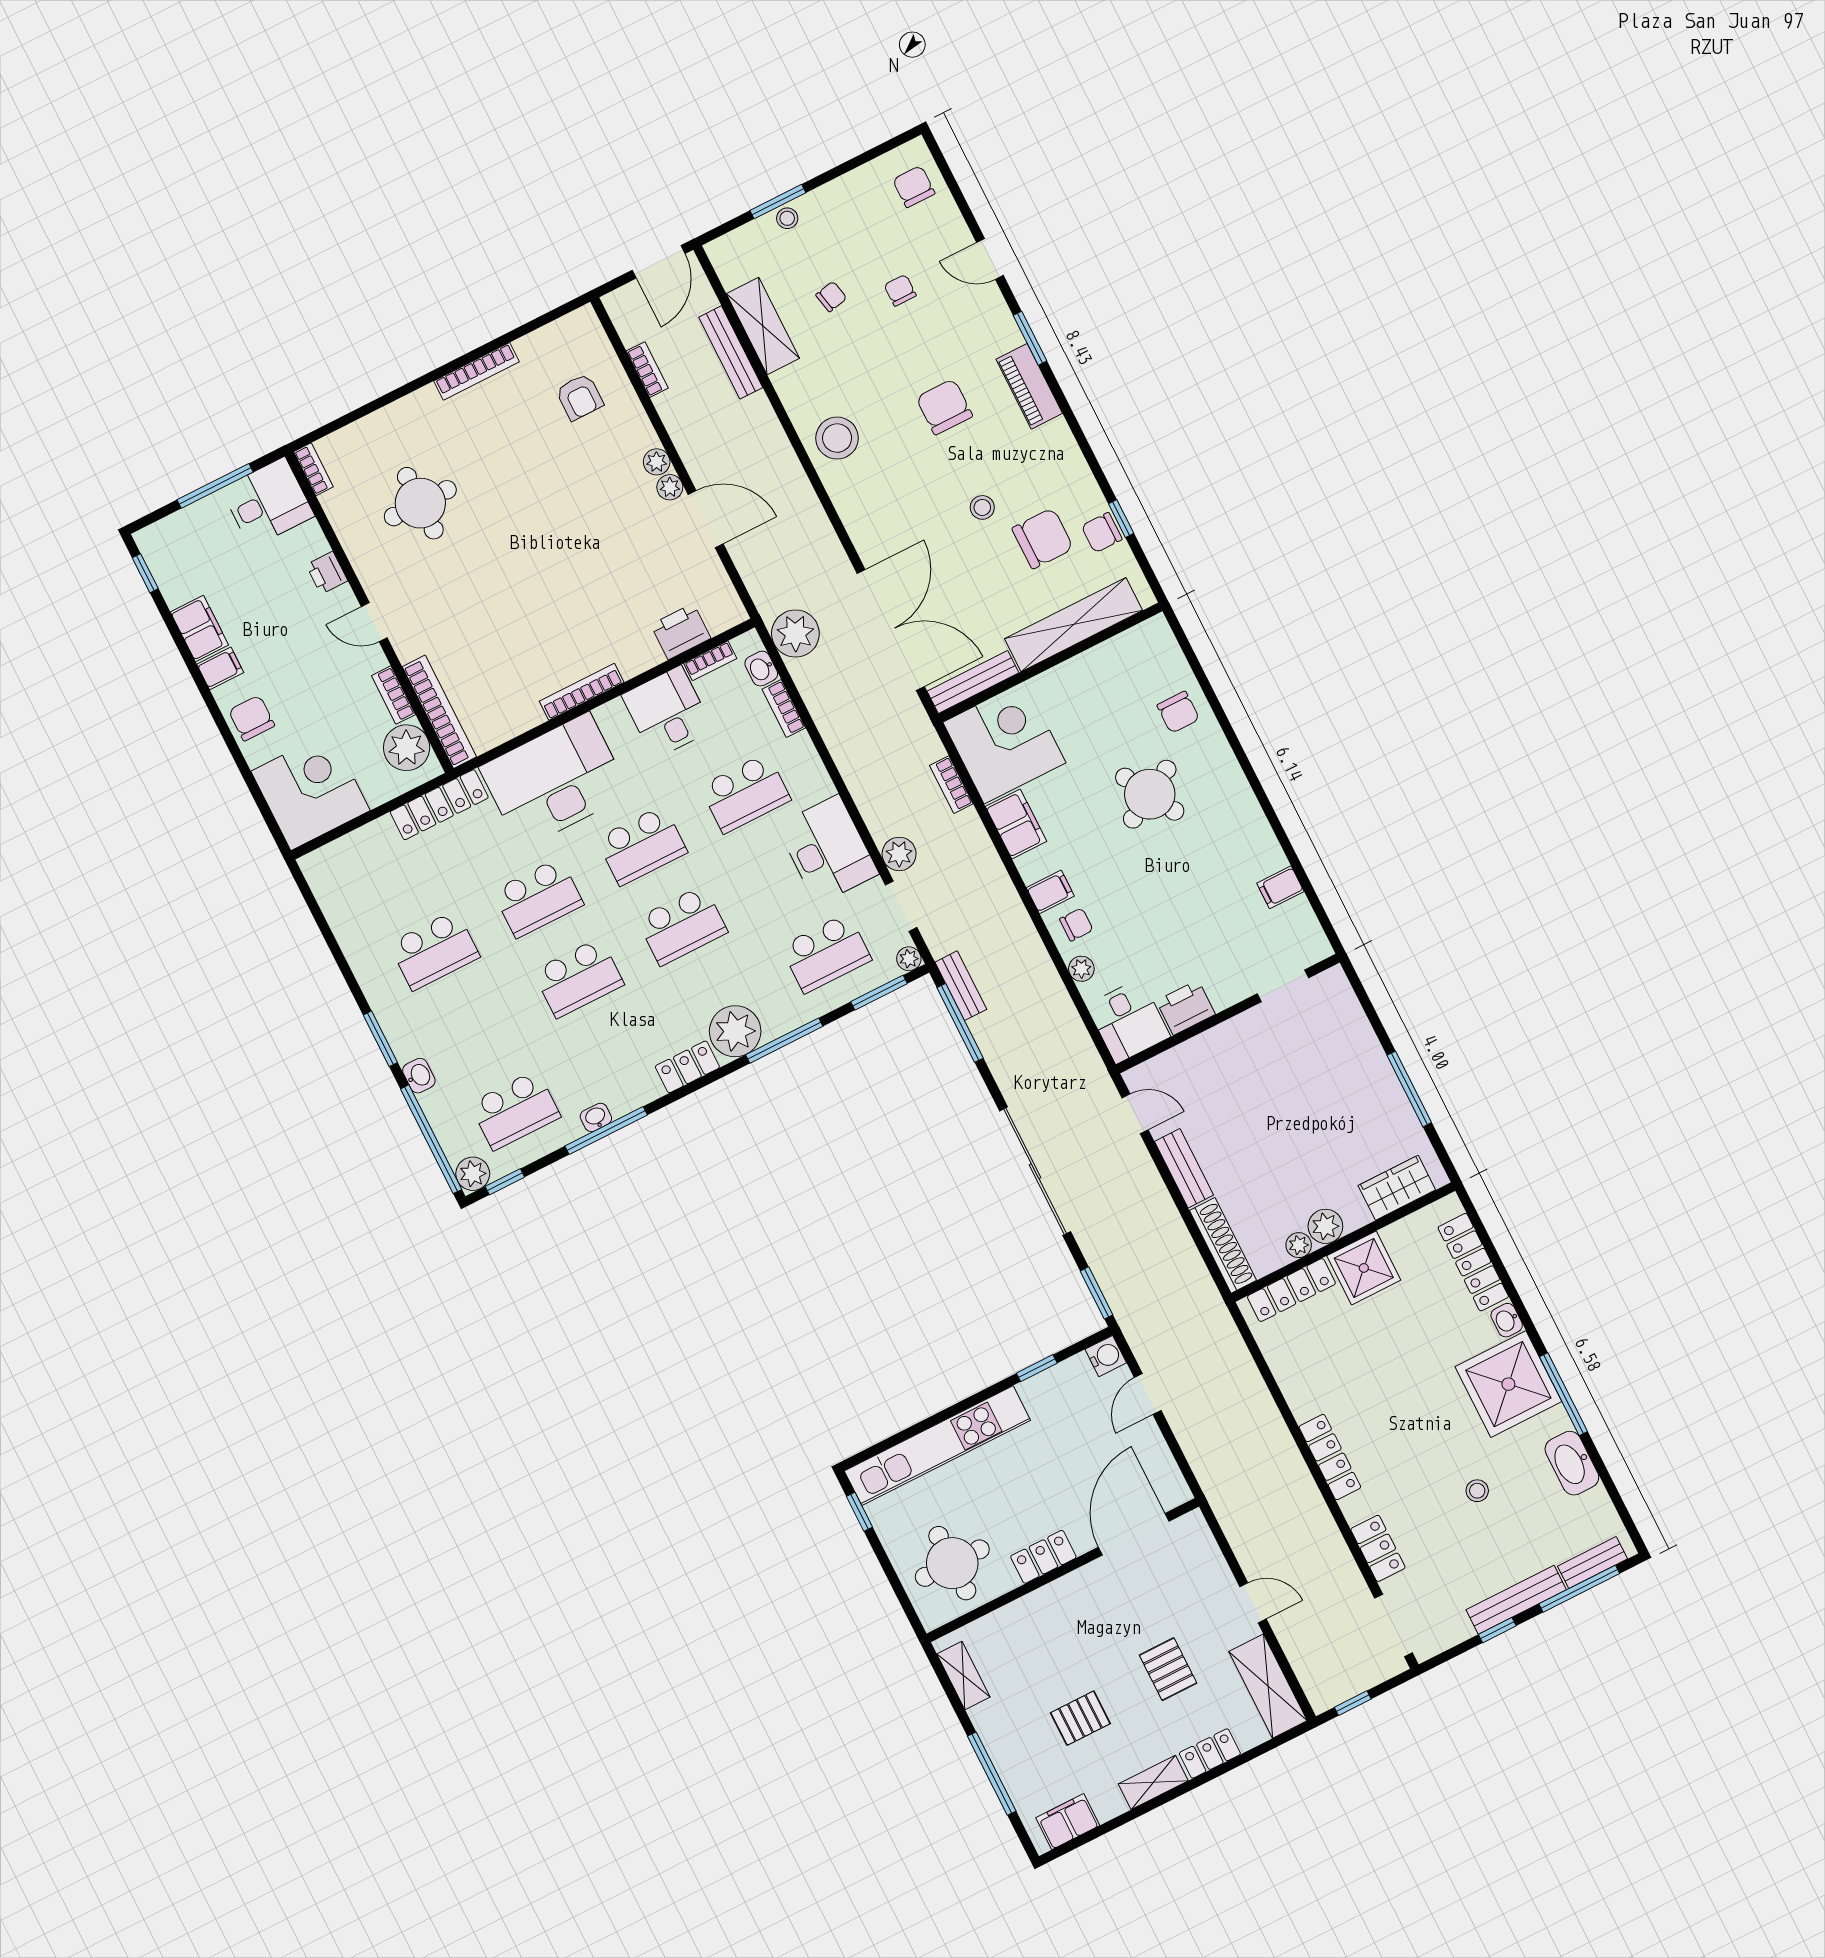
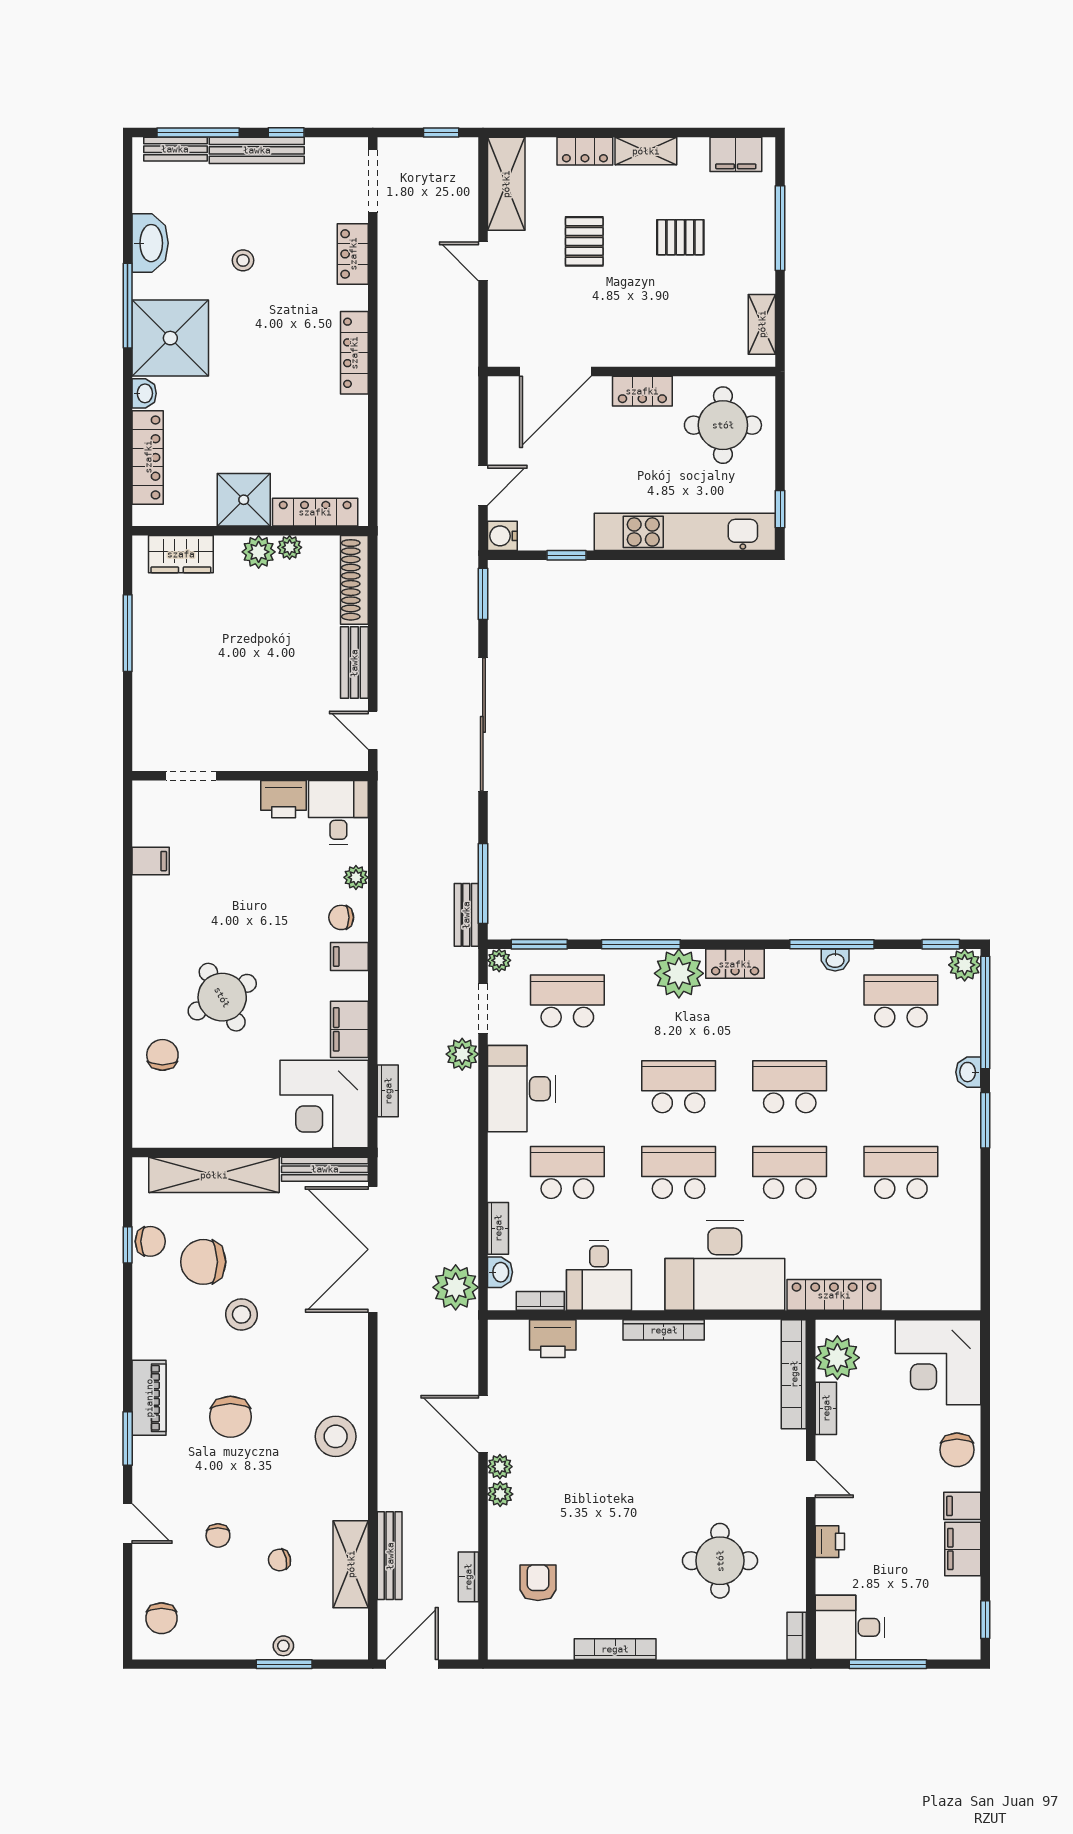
stool: (982, 507) -> (241, 1314), width x1.37, depth x1.37

